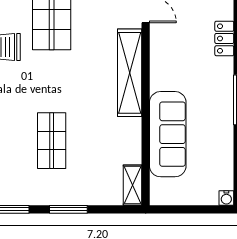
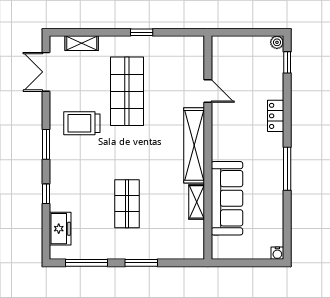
shelving: (133, 185) -> (197, 202), moved

